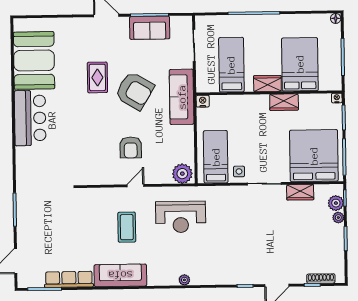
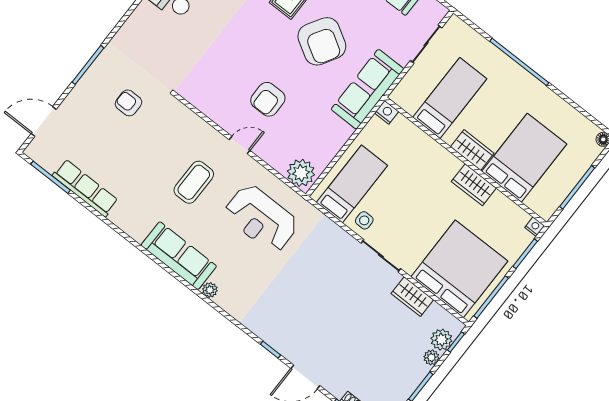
armchair: (55, 212) -> (129, 103), added
sofa: (120, 275) -> (179, 256), moved

